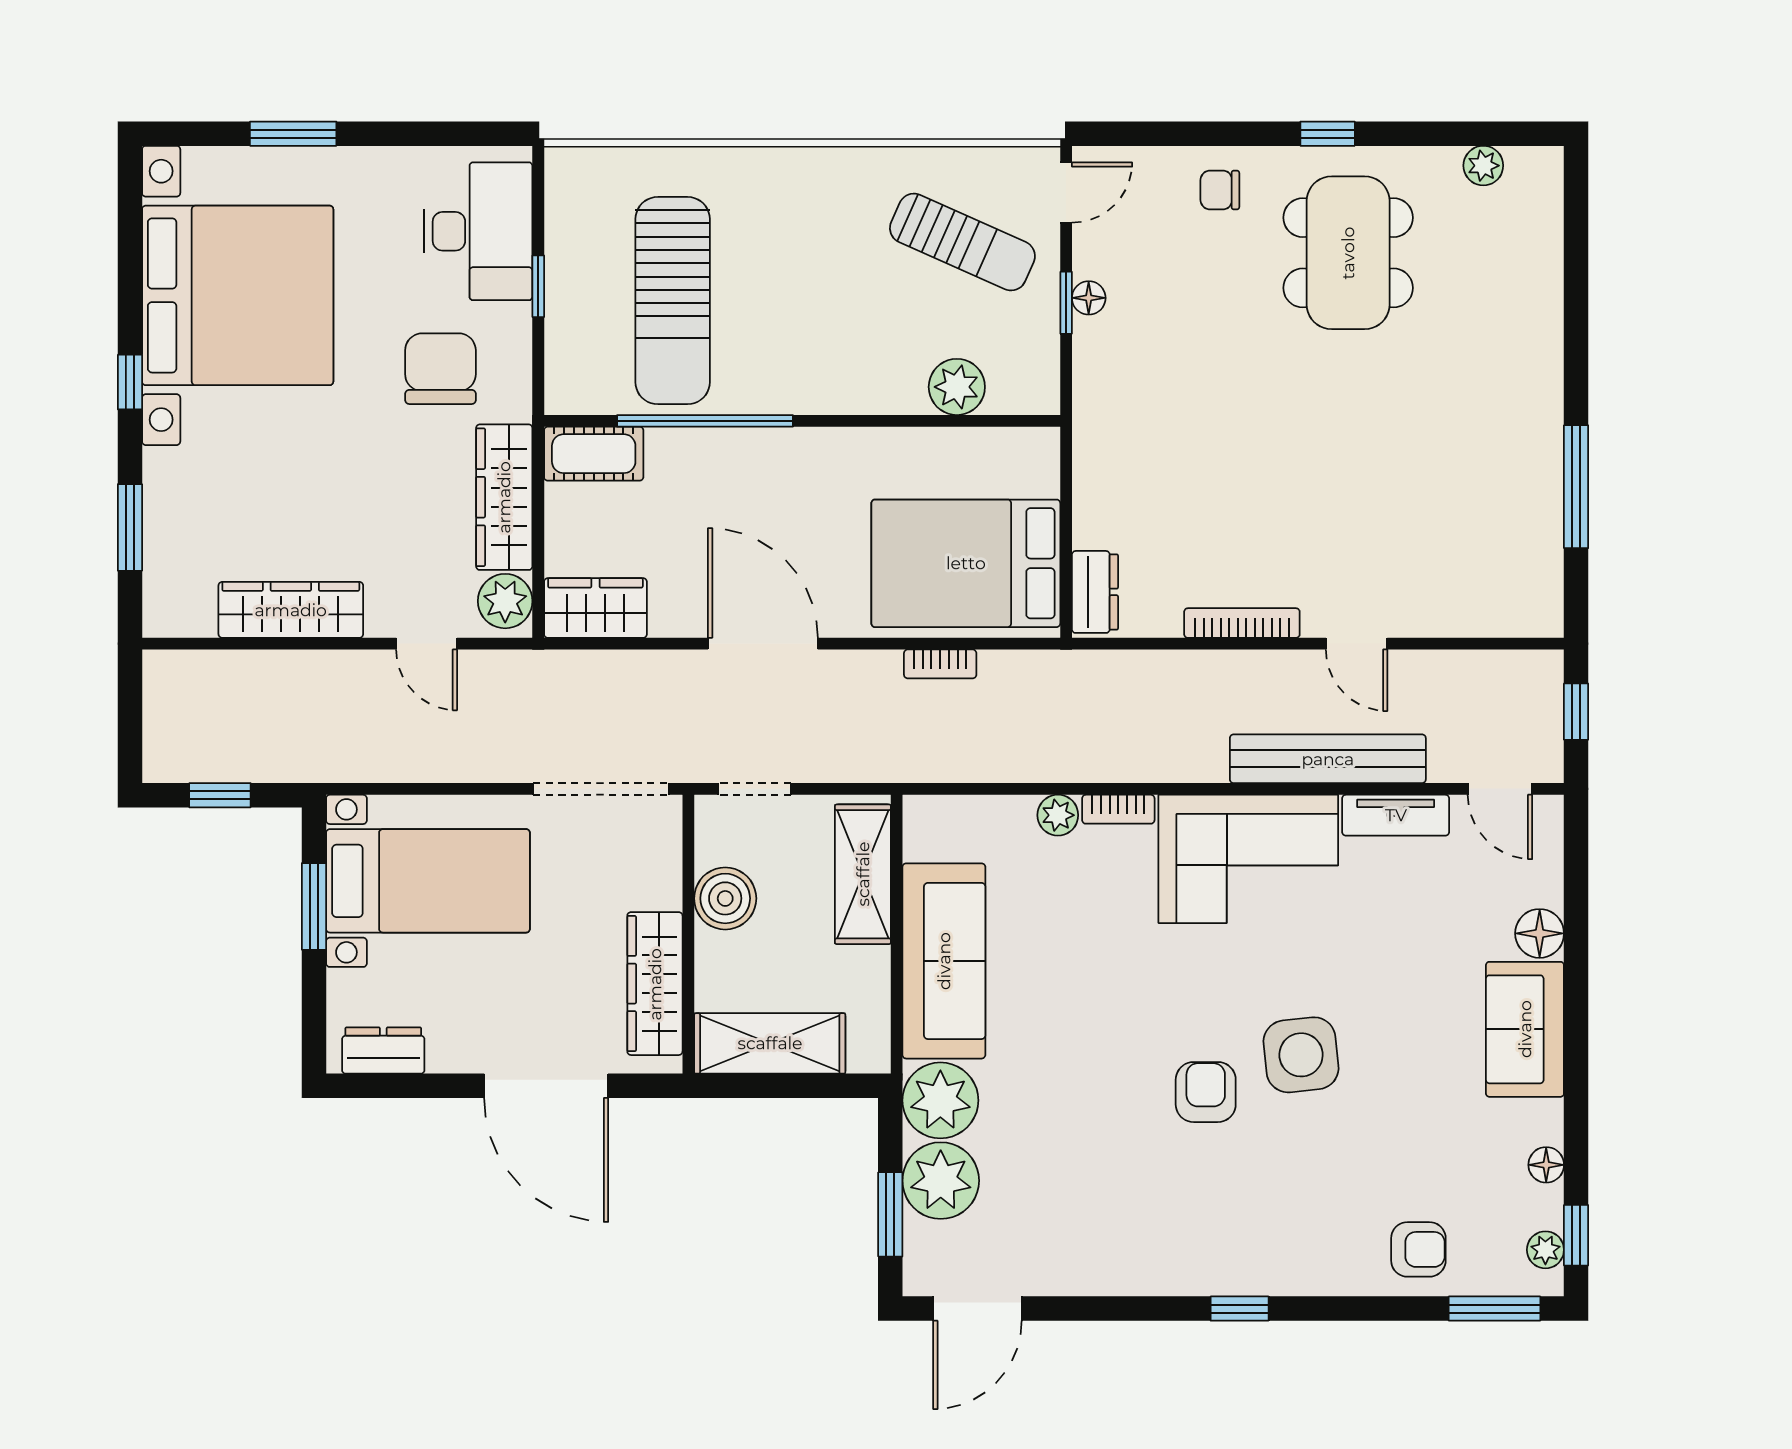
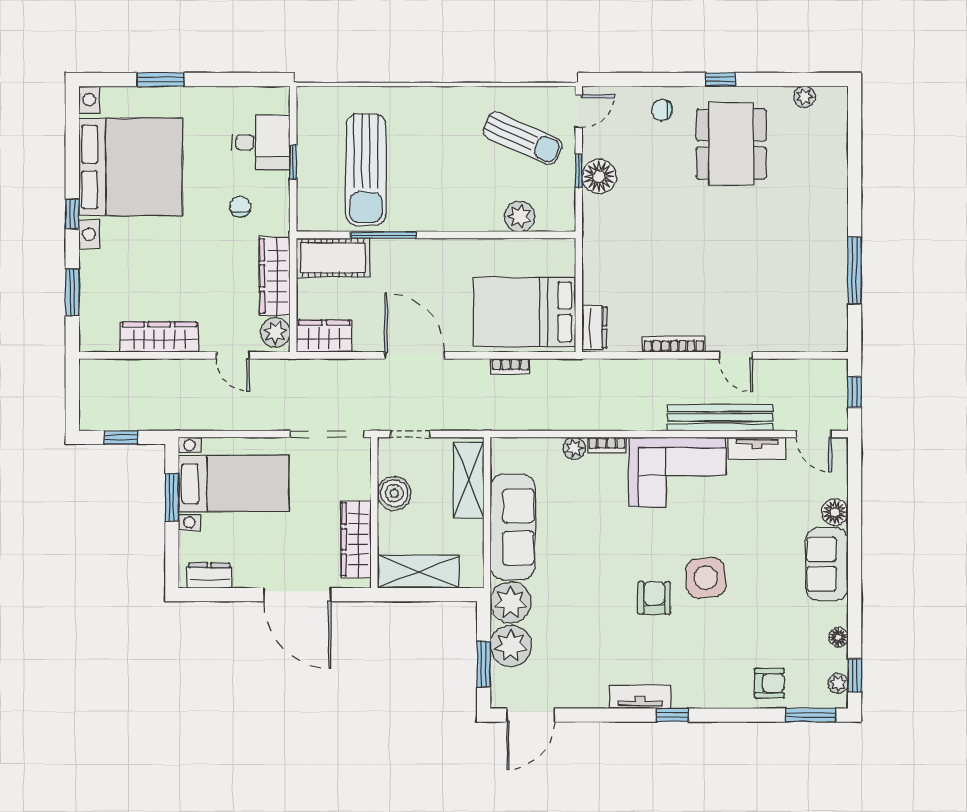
desk: (478, 231) -> (261, 142), width x0.73
floor lamp: (1089, 298) -> (599, 176), width x1.89, depth x1.89
chair: (440, 369) -> (240, 207), width x0.54, depth x0.54
window: (705, 421) -> (383, 235), width x0.68
cot: (594, 454) -> (333, 258), width x1.37, depth x1.34
tv unit: (1180, 1275) -> (640, 697), added

